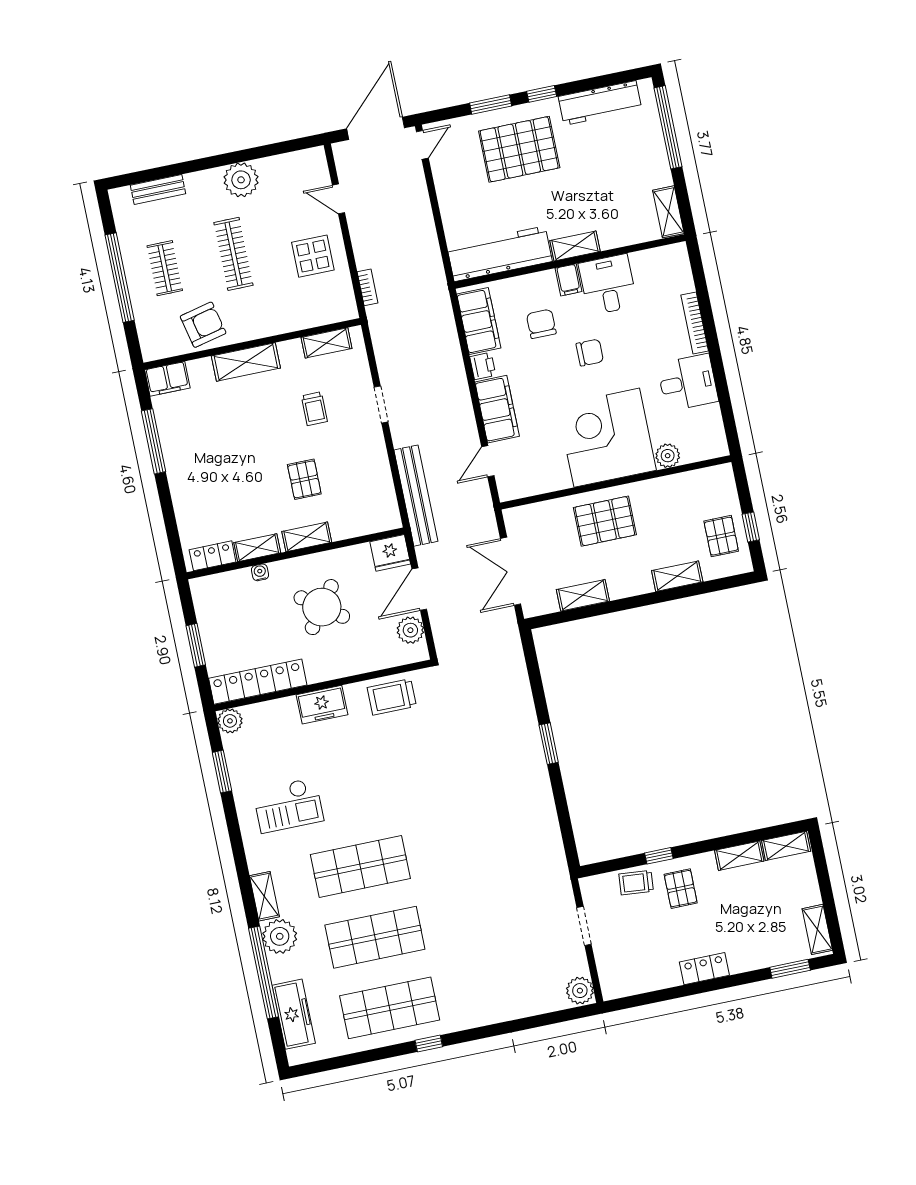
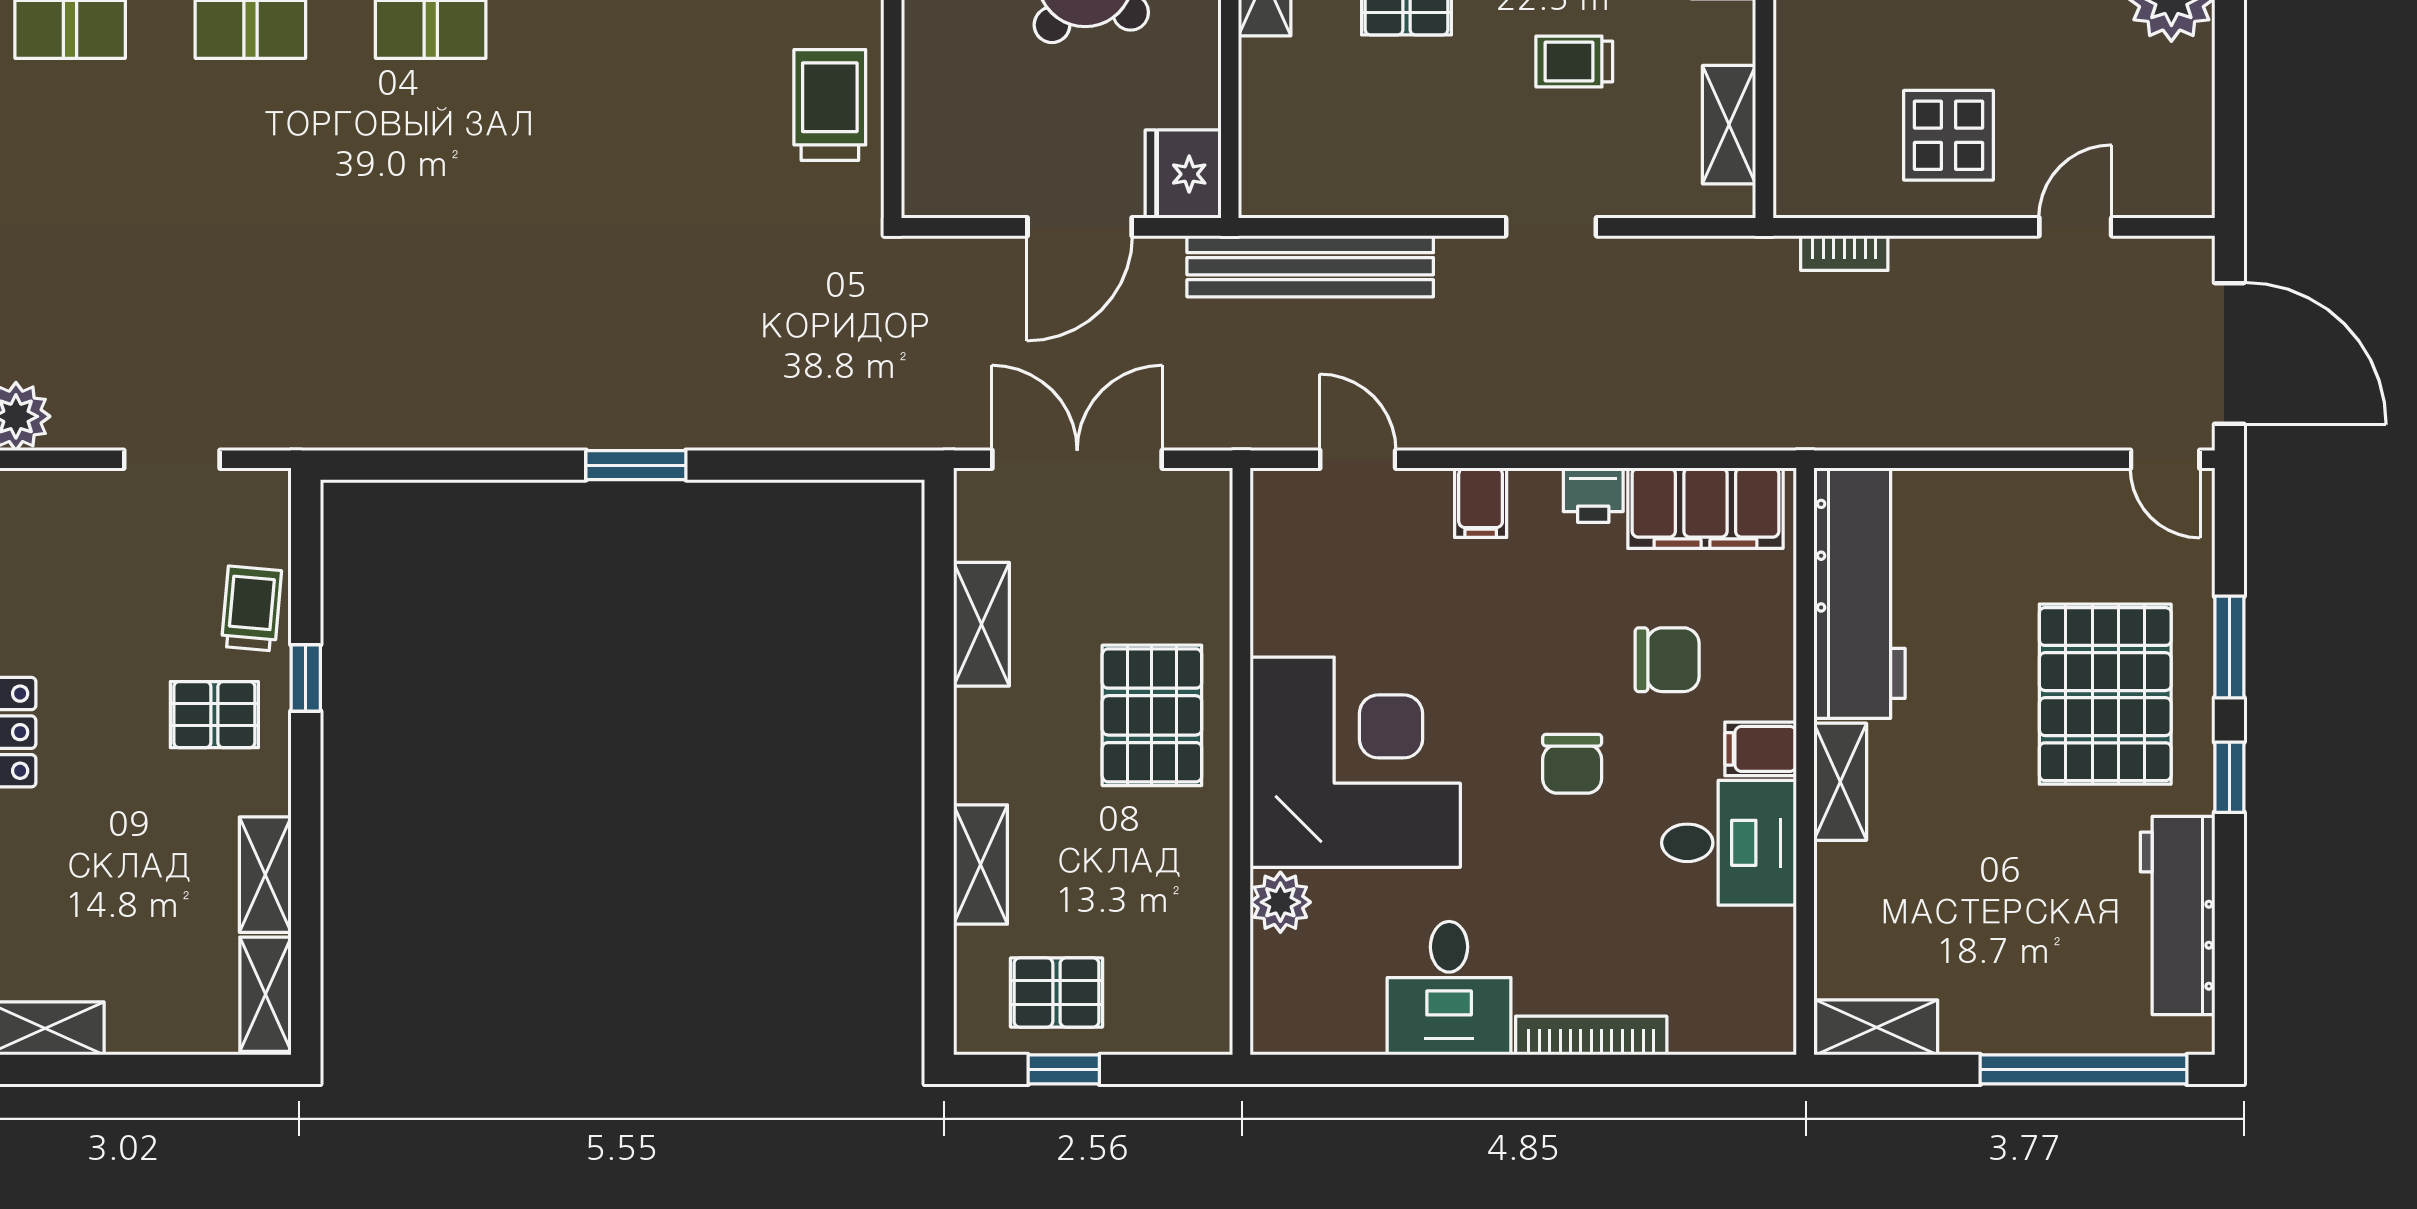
filing cabinet: (497, 409) -> (1481, 503), width x0.33, depth x0.86
door: (419, 589) -> (1080, 227), swing flipped
plant: (410, 630) -> (984, 184), removed

